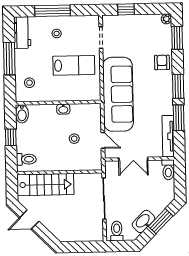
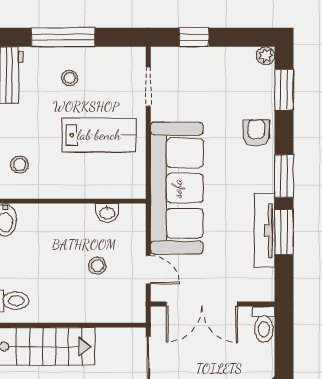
washbasin: (63, 109) -> (107, 213), moved
tv unit: (168, 136) -> (265, 231), moved
double door: (133, 159) -> (202, 304), width x1.37

